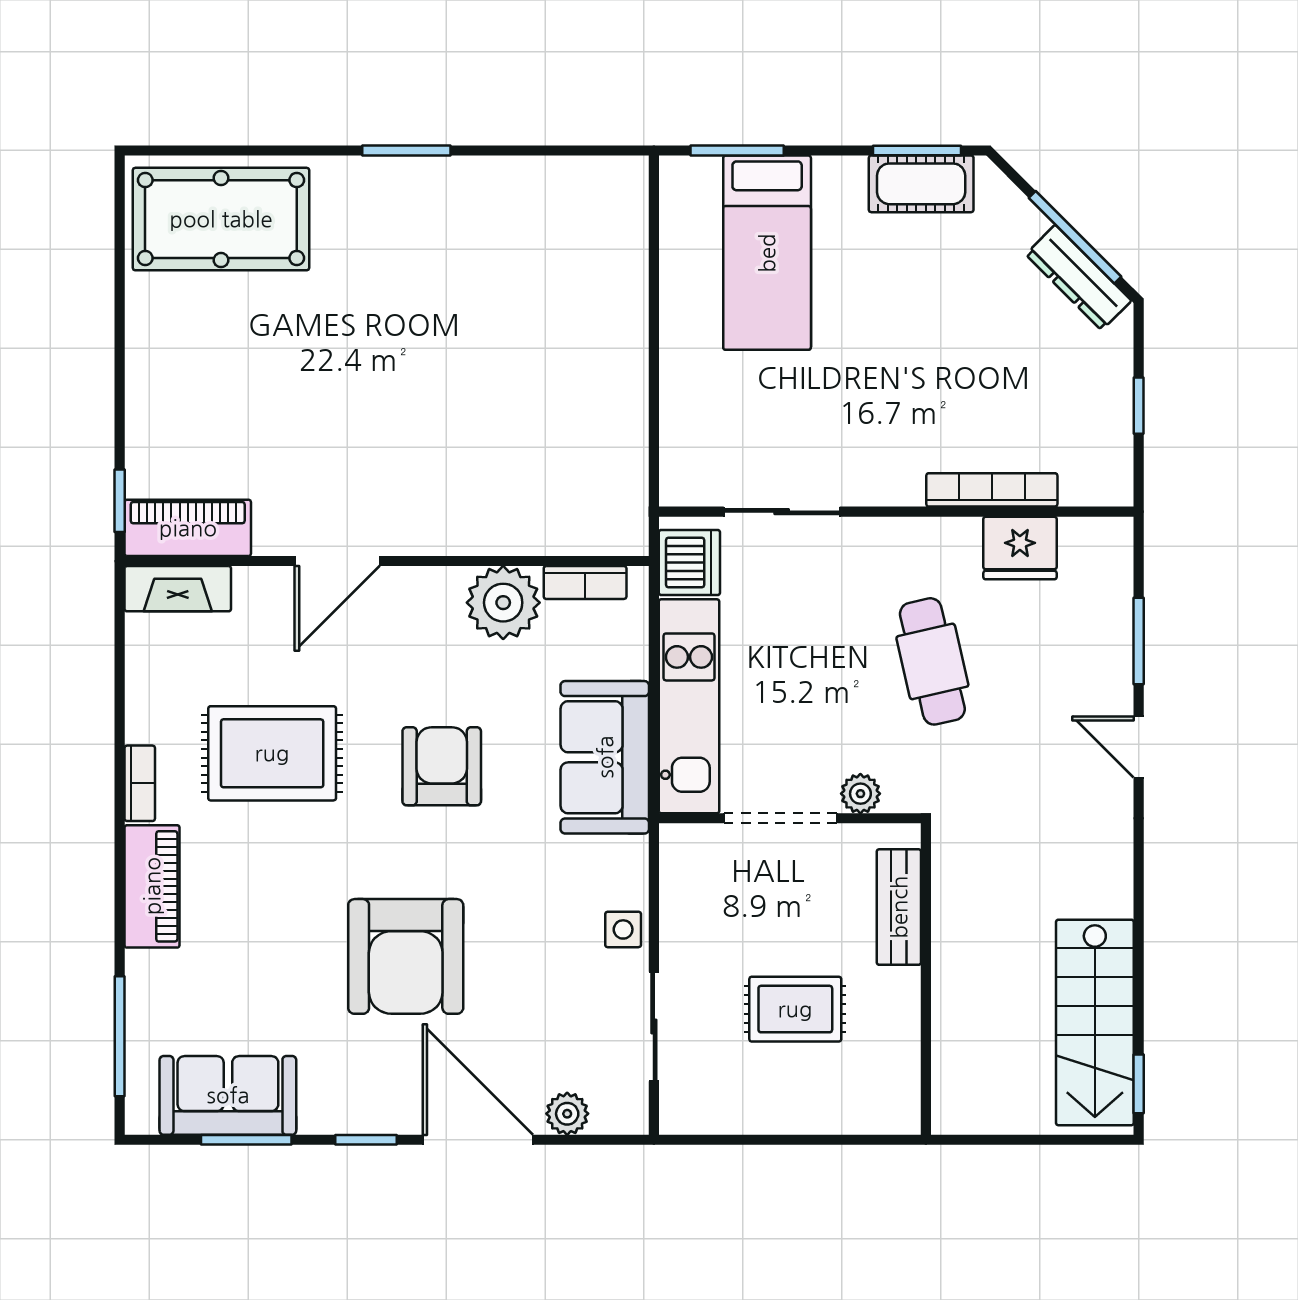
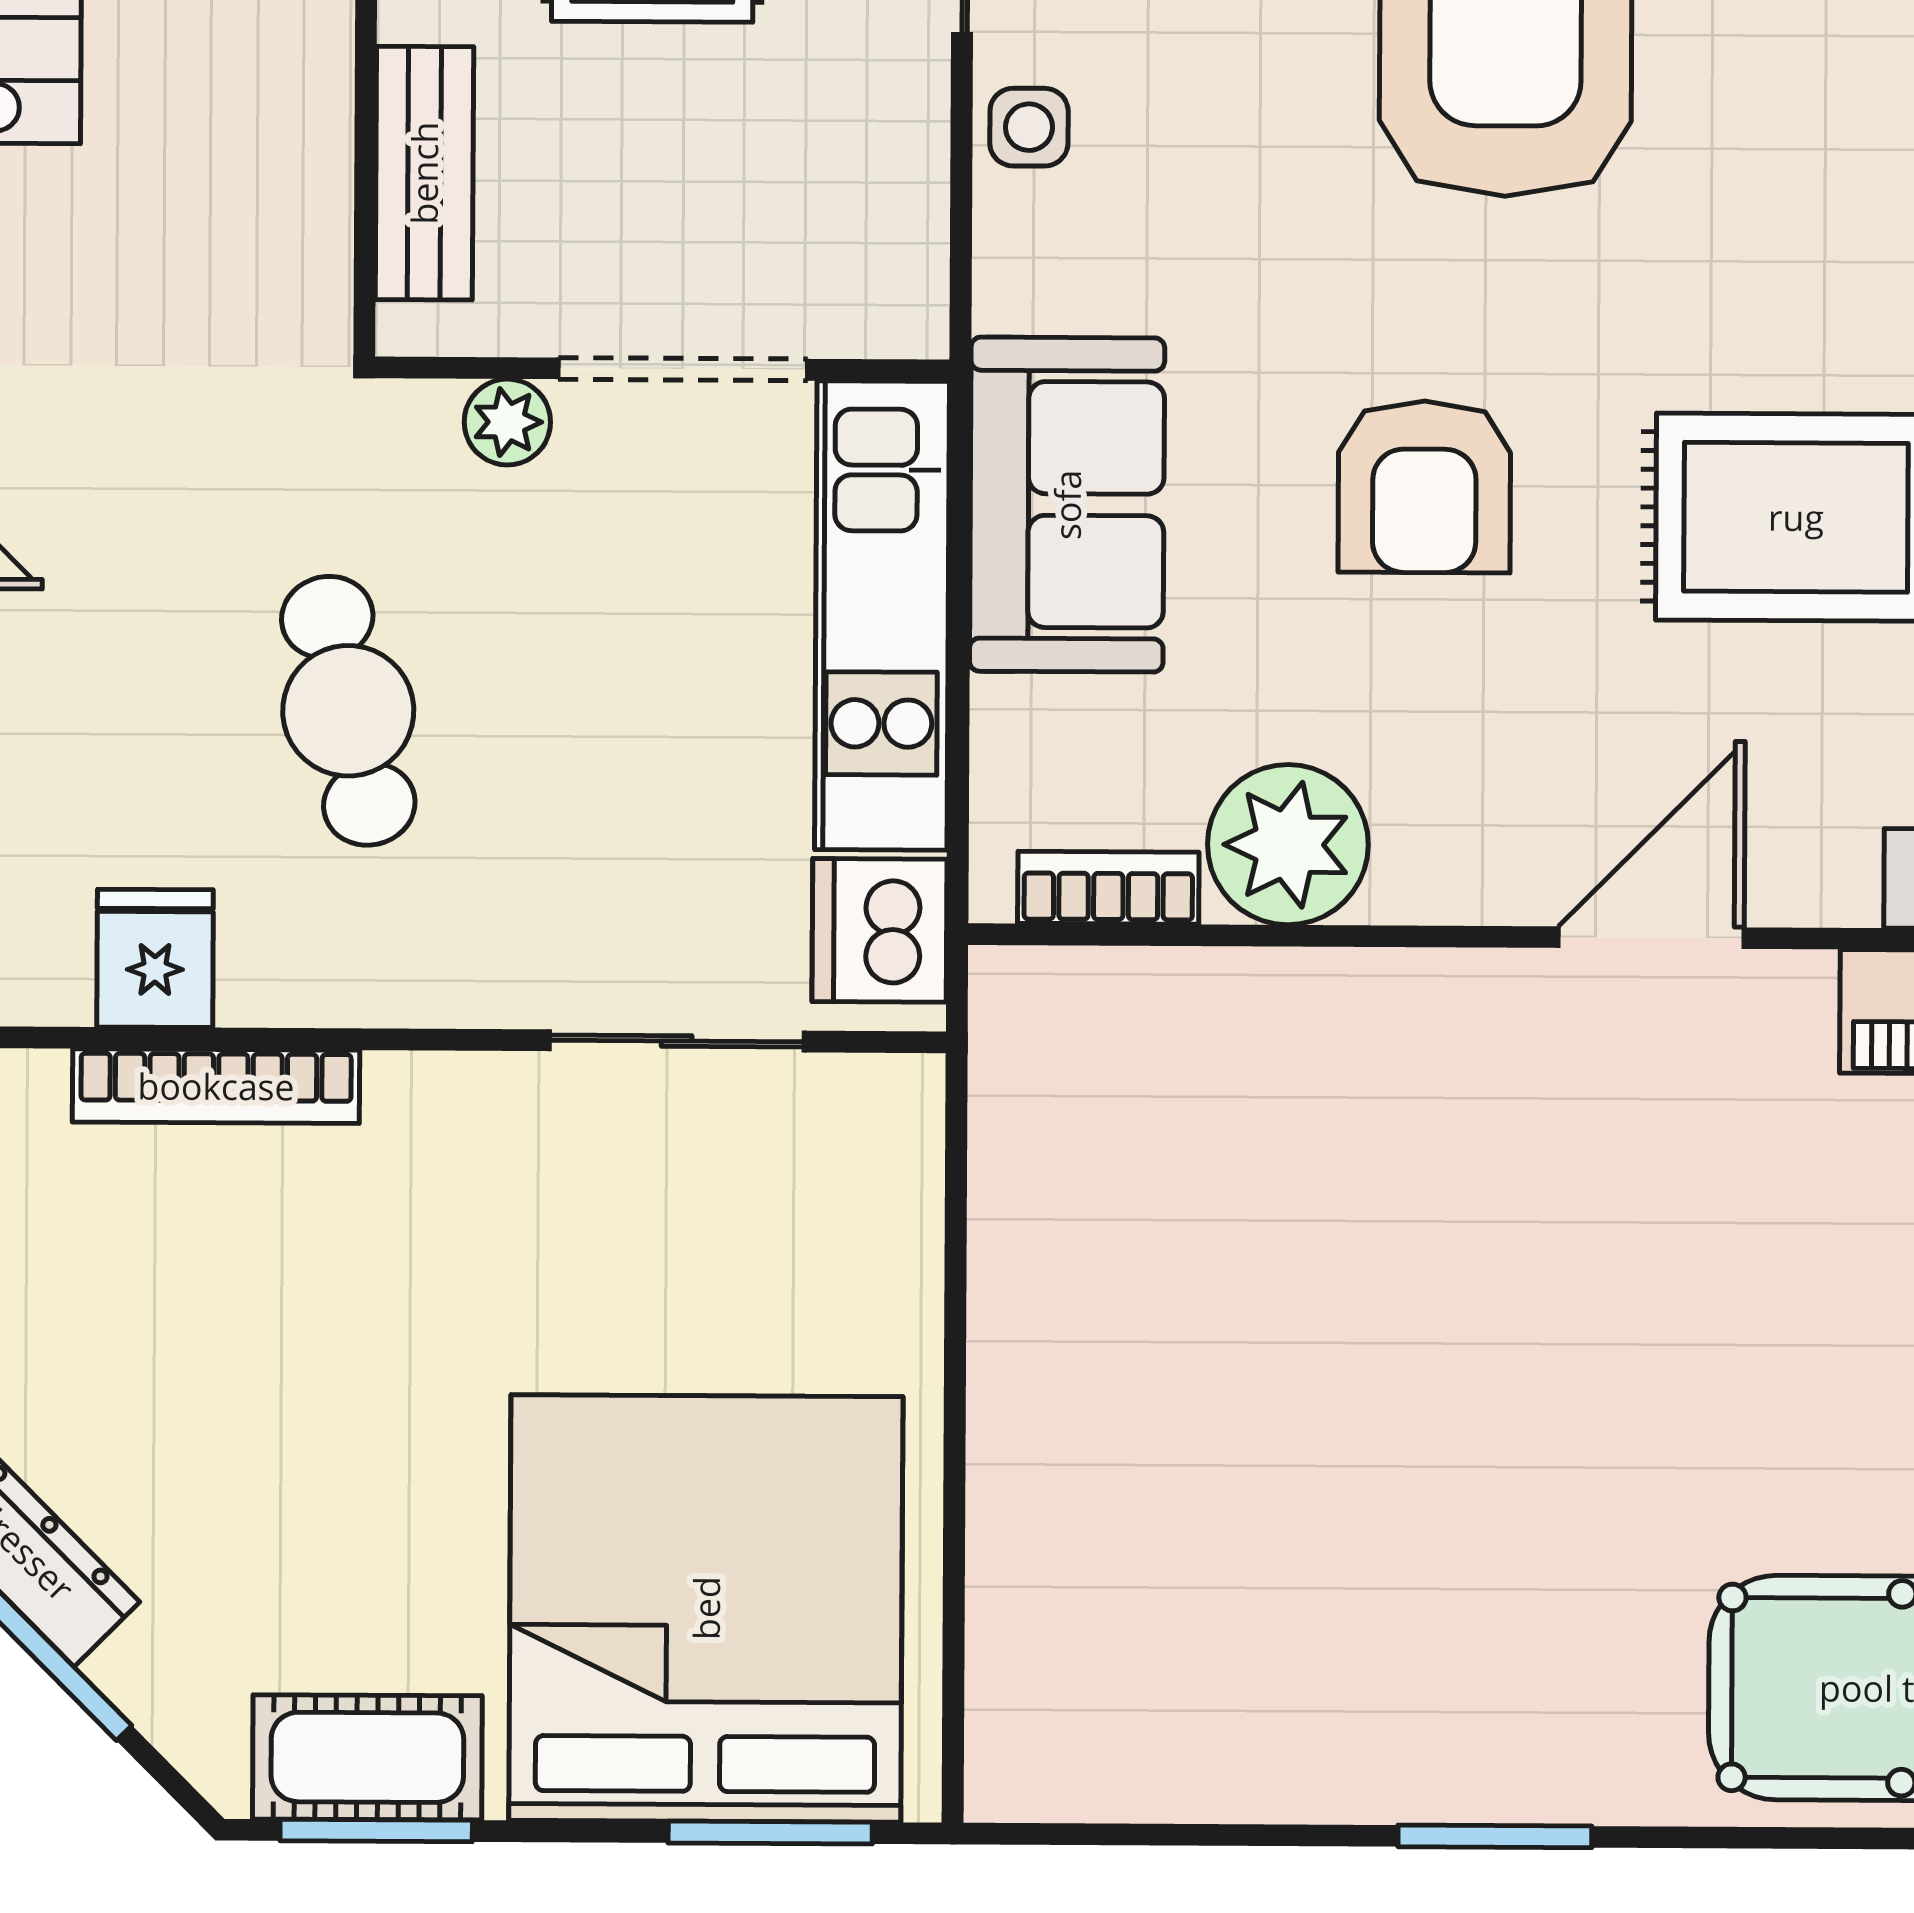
bed: (767, 253) -> (706, 1608), width x2.04
fridge: (1020, 548) -> (155, 958), width x0.72

